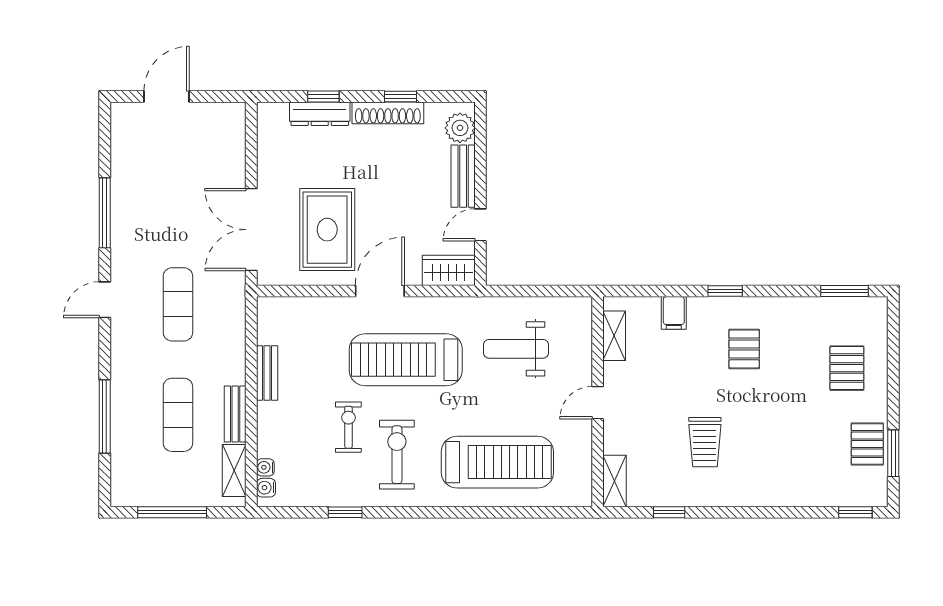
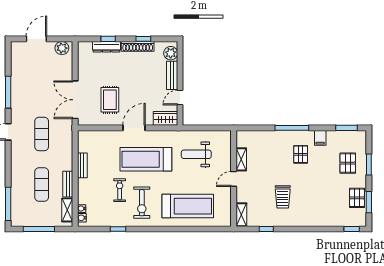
plant: (222, 117) -> (62, 48), added
rug: (327, 230) -> (110, 100), width x0.73, depth x0.70
window: (725, 291) -> (292, 128), width x2.17
filing cabinet: (674, 313) -> (320, 138), moved
shelving: (614, 336) -> (241, 159), moved
window: (893, 371) -> (369, 164), added
window: (105, 417) -> (8, 204), moved
exercise bike: (397, 455) -> (142, 203), turned 180

